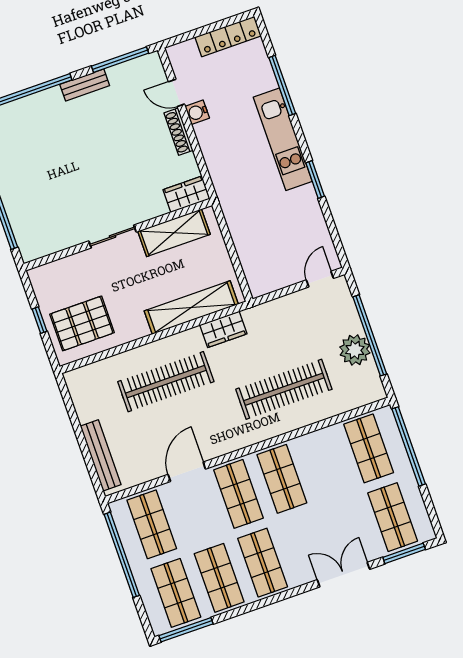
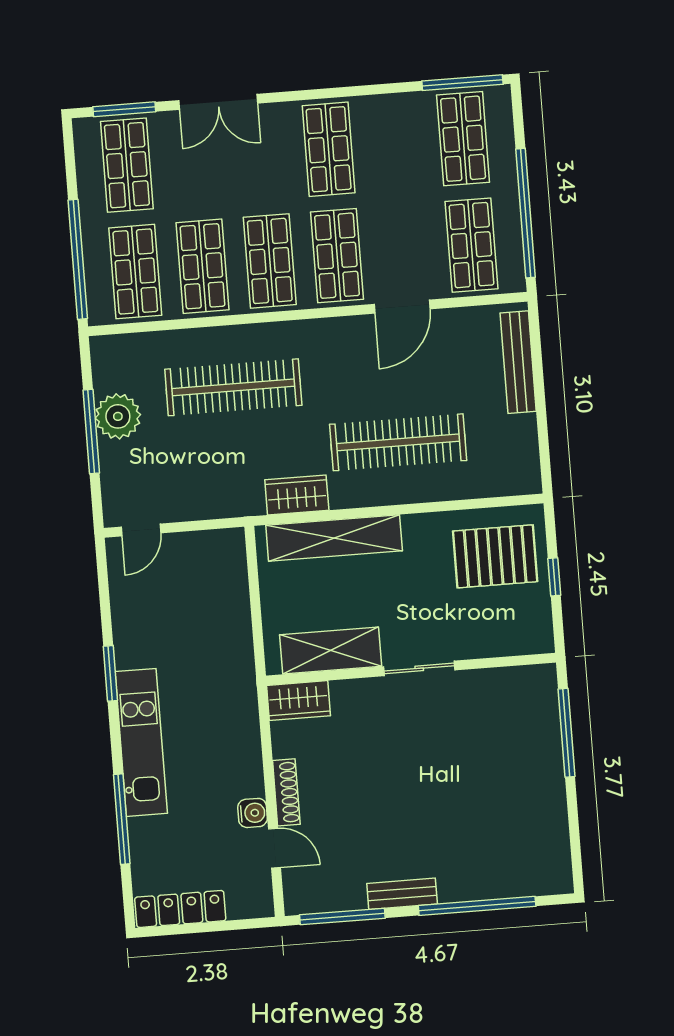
window: (370, 335) -> (91, 432), width x0.68
shop shelf: (219, 578) -> (203, 266), moved

